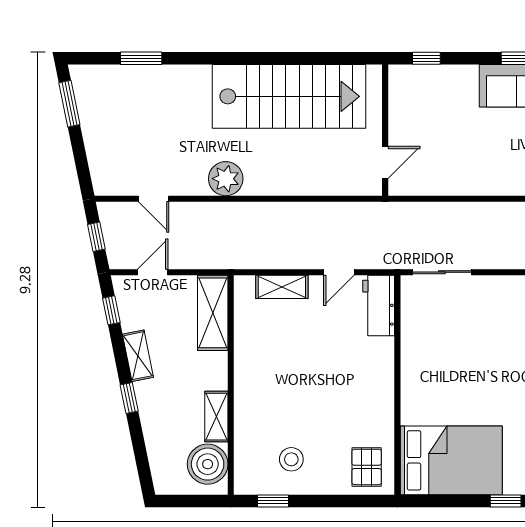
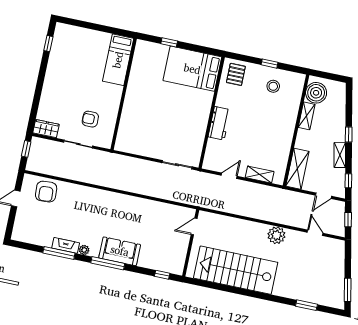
workbench: (379, 306) -> (219, 123), moved
window: (273, 501) -> (269, 64), moved

